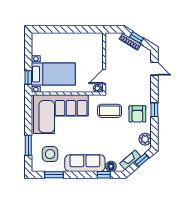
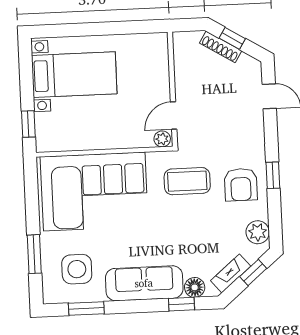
bed with nightstands: (53, 74) -> (74, 75), moved

